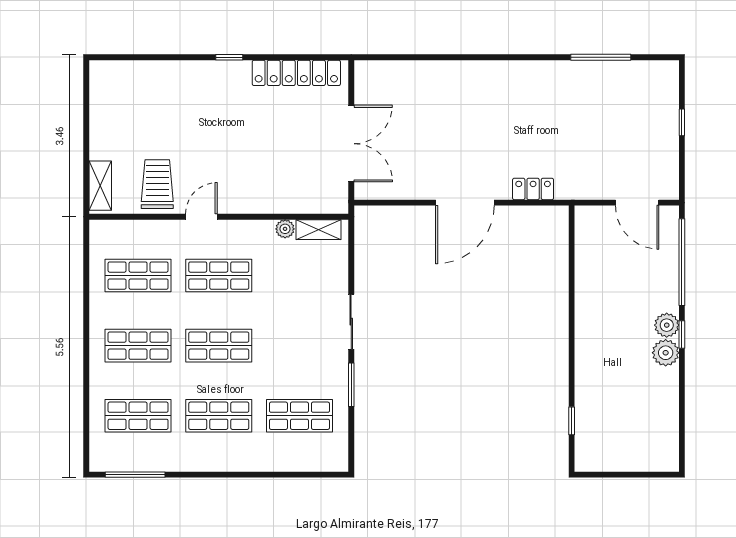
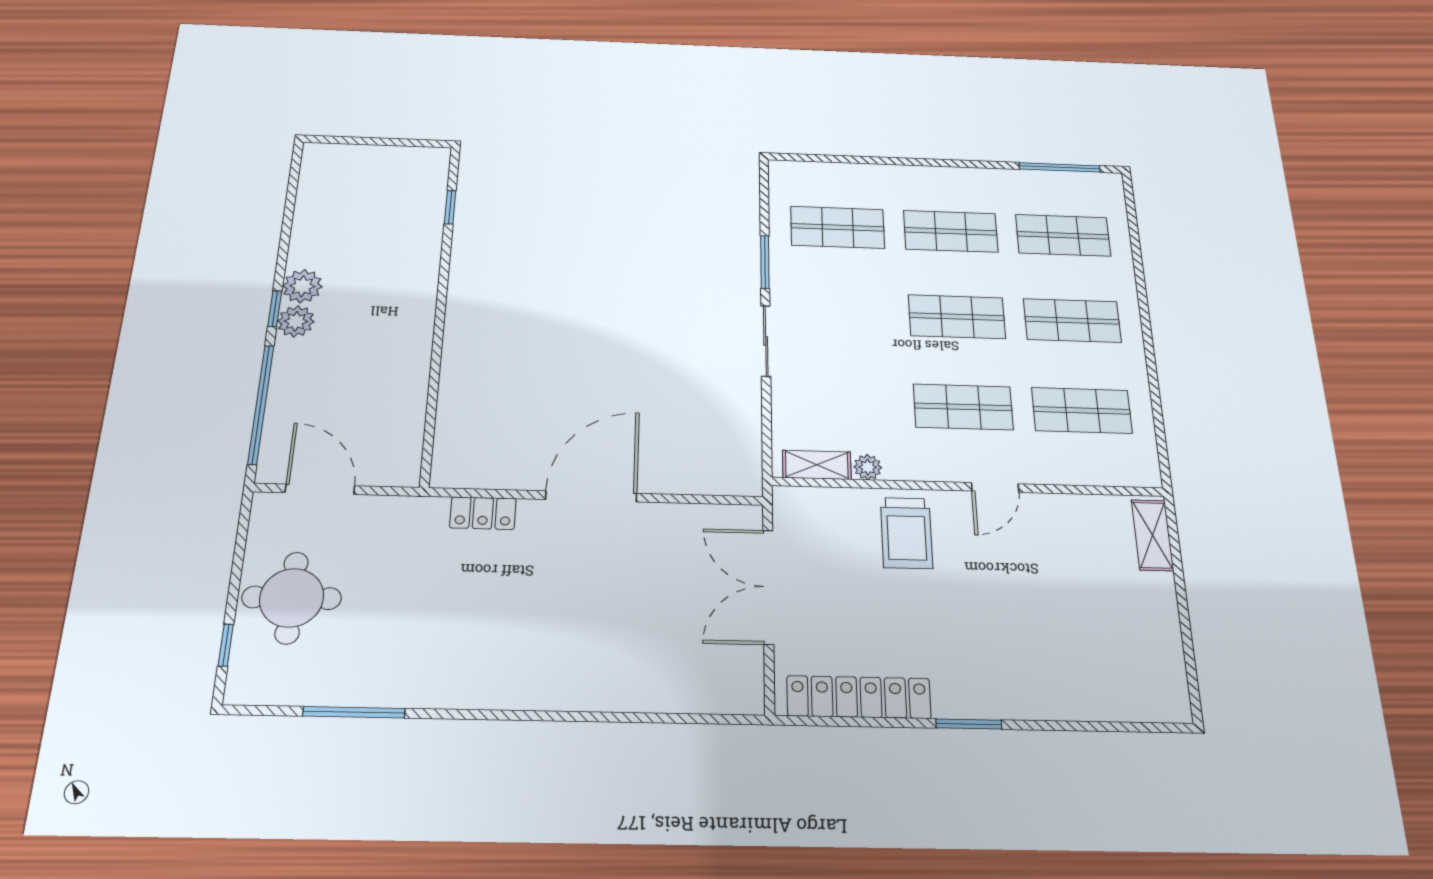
window: (229, 57) -> (969, 724), width x1.50
window: (682, 122) -> (226, 645), moved
round table: (646, 129) -> (292, 598), added
trolley: (157, 184) -> (906, 533), moved

